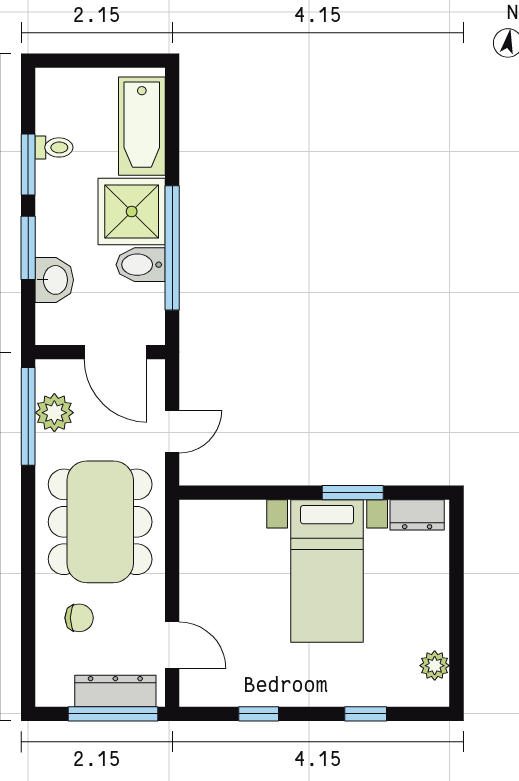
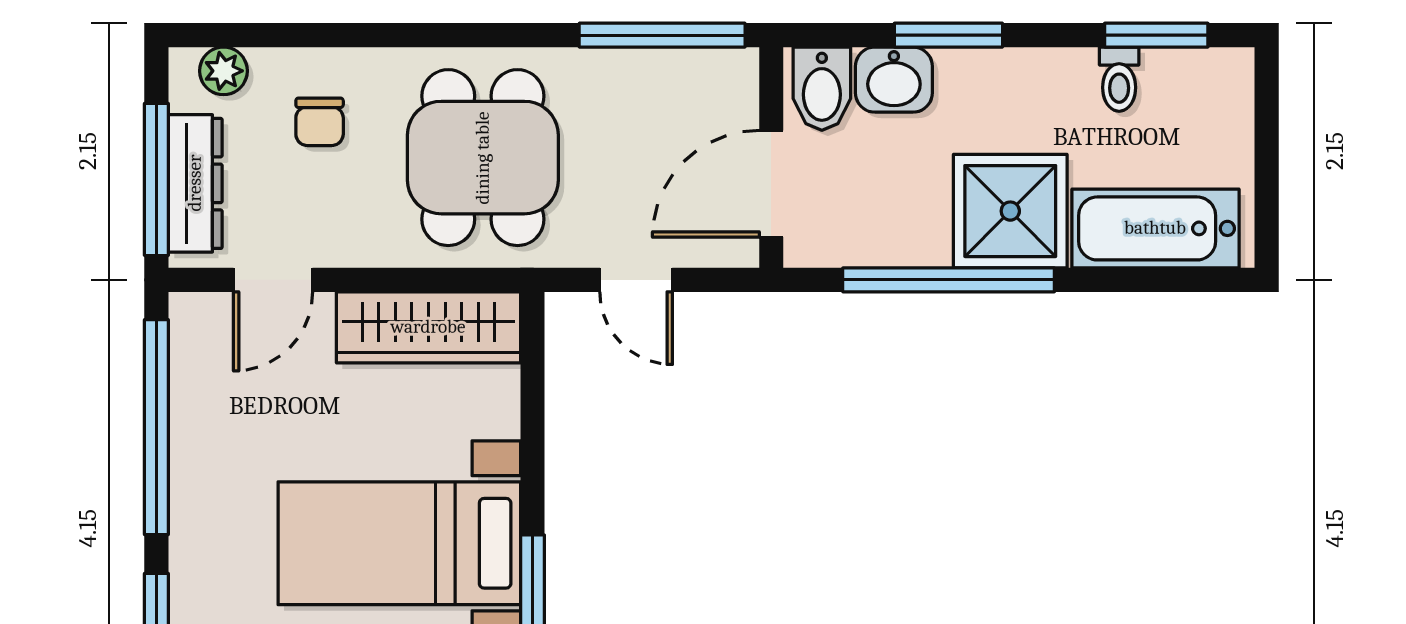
window: (28, 164) -> (1156, 35), moved
bidet: (141, 265) -> (822, 89), moved, turned 180
plant: (54, 413) -> (223, 71), moved, width x0.73, depth x0.73
dining table: (100, 522) -> (483, 158), width x0.73
wardrobe: (200, 554) -> (428, 327), added
window: (259, 714) -> (156, 427), width x3.17

